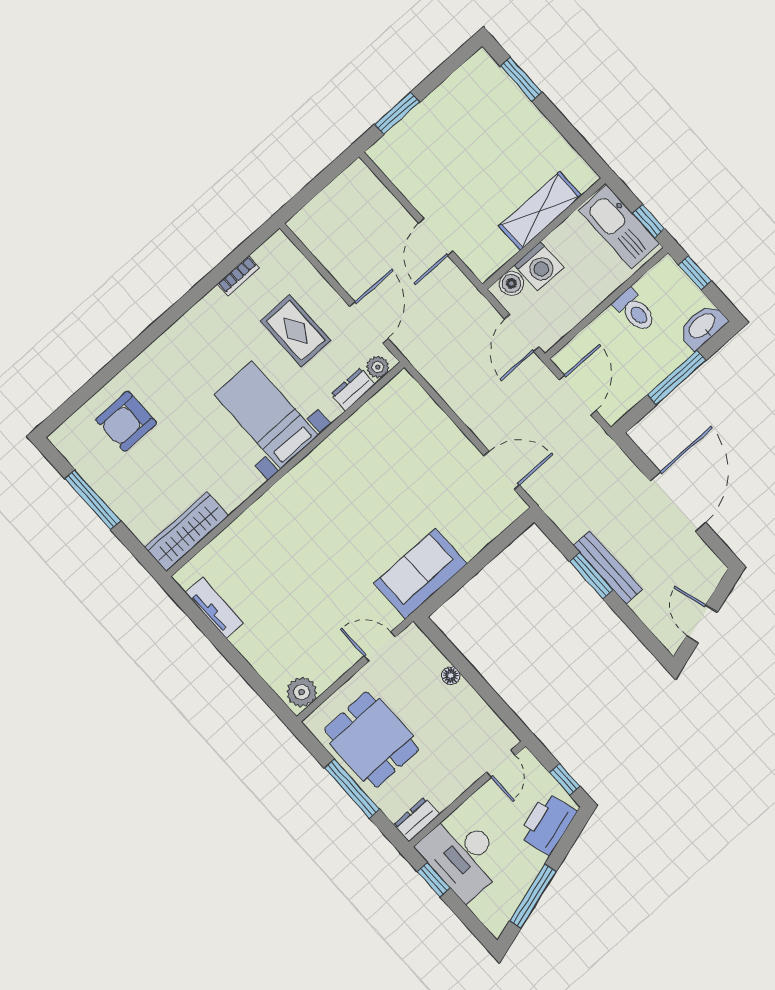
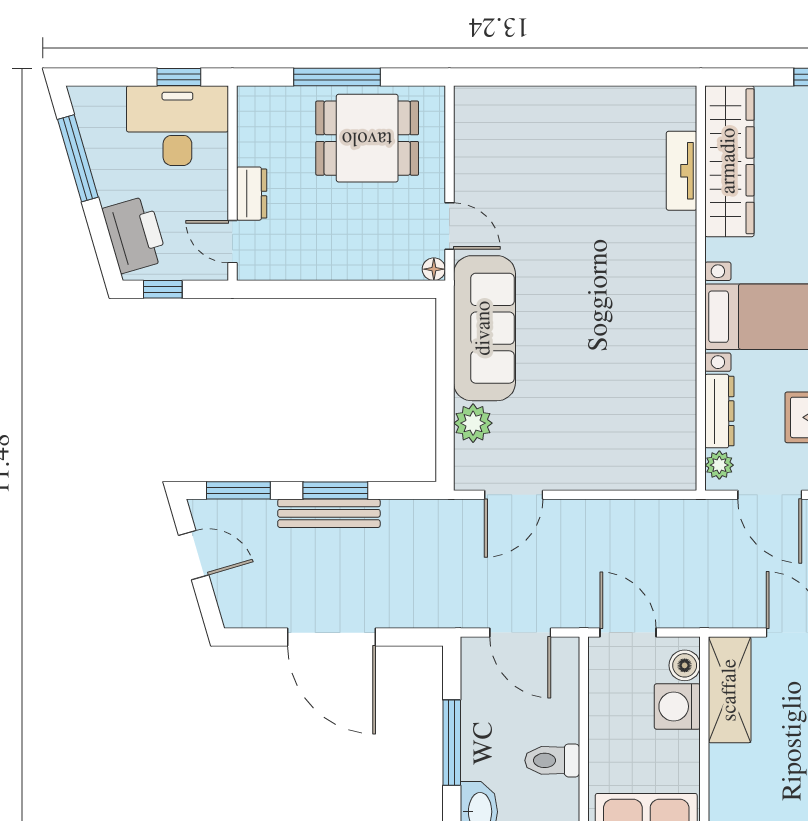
shelving: (540, 211) -> (730, 690), moved
dresser: (353, 389) -> (719, 411), width x1.44
wardrobe: (187, 532) -> (729, 161), width x1.40, depth x1.17
sofa: (420, 573) -> (484, 328), width x1.36
tv unit: (214, 608) -> (682, 171), moved, turned 90
window: (642, 632) -> (238, 490), added
door: (380, 647) -> (449, 226), hinge flipped
floor lamp: (451, 676) -> (434, 269), moved
plant: (302, 692) -> (473, 423), moved
dresser: (417, 820) -> (252, 194), moved

